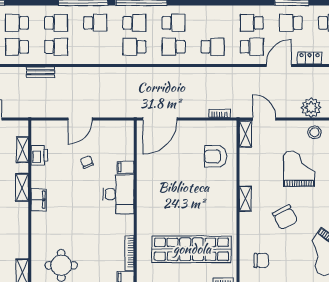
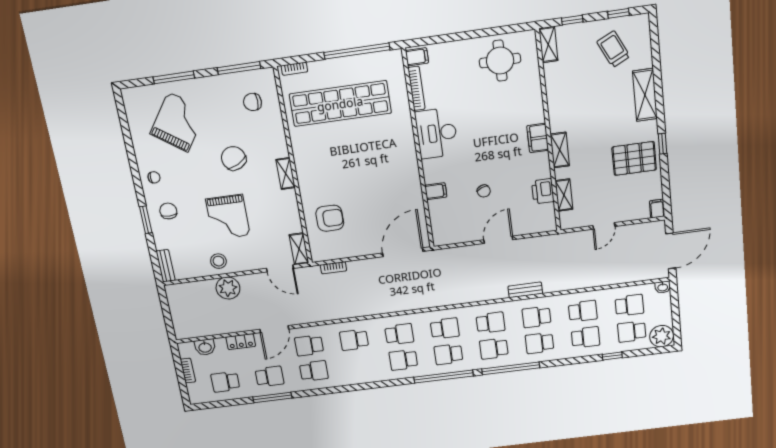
school desk: (95, 47) -> (490, 323), added
bench: (40, 72) -> (525, 290), moved
desk: (118, 194) -> (437, 133), moved

